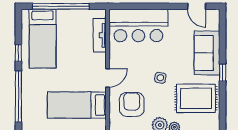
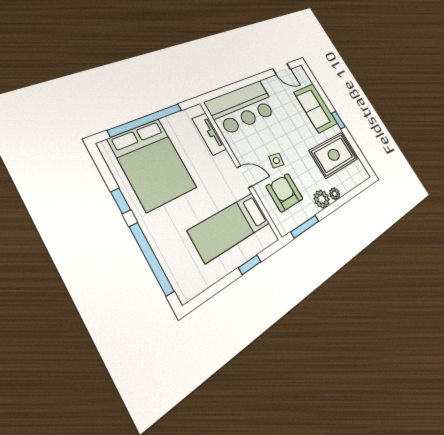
bed: (43, 39) -> (153, 164), width x1.50
door: (108, 78) -> (244, 177), hinge flipped
side table: (160, 78) -> (276, 161), moved

